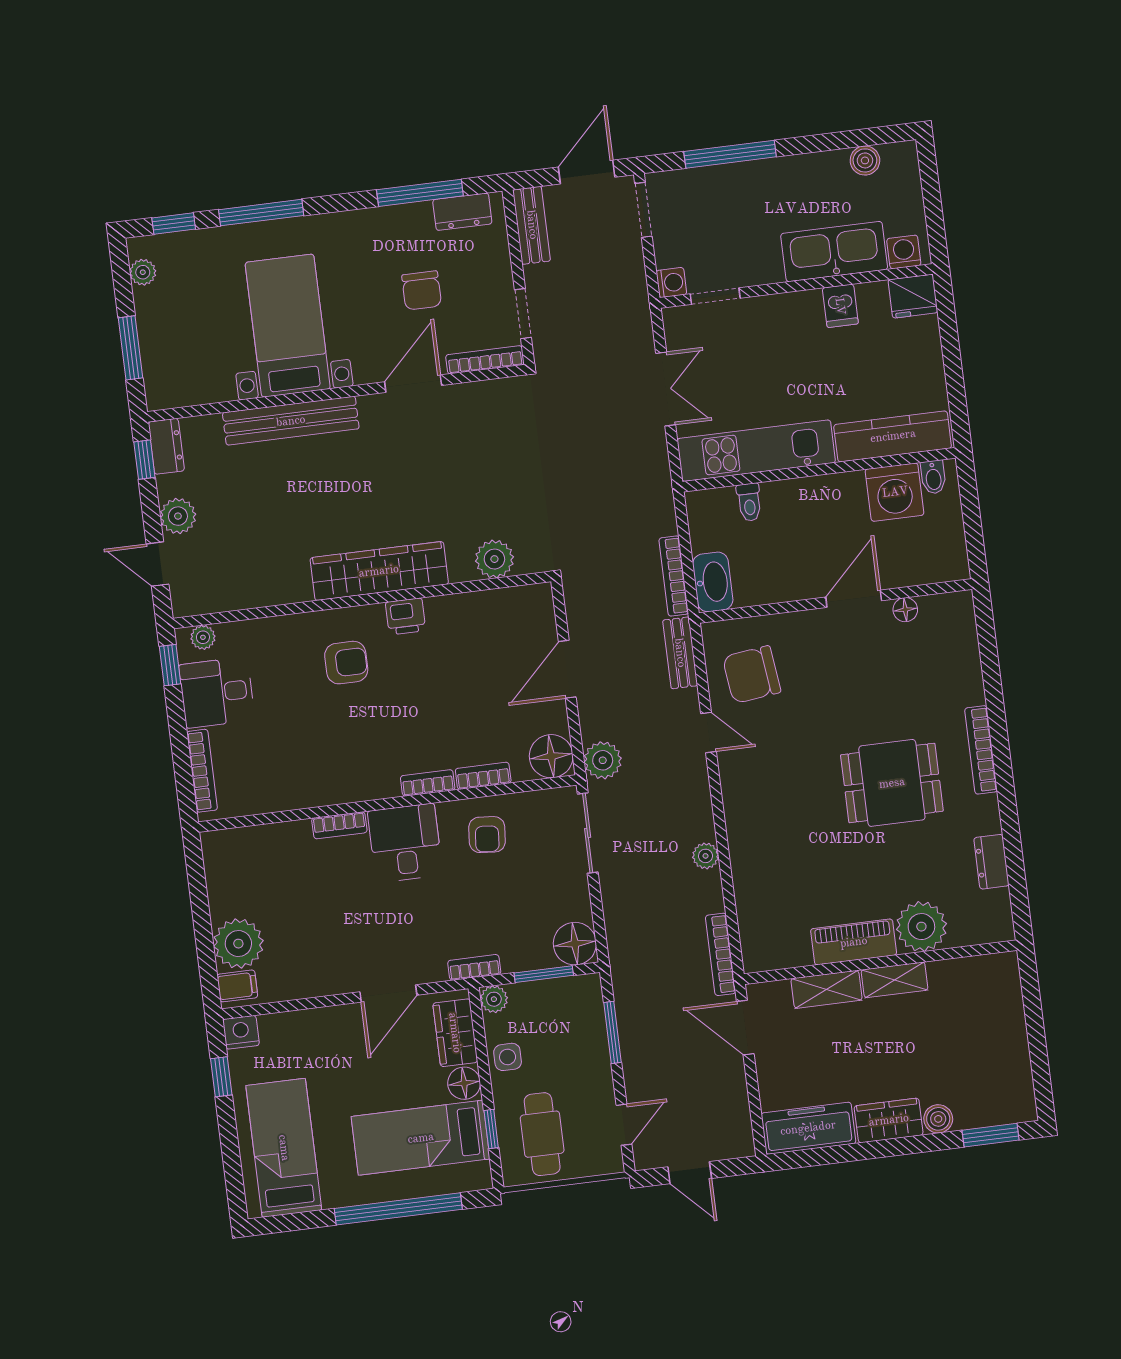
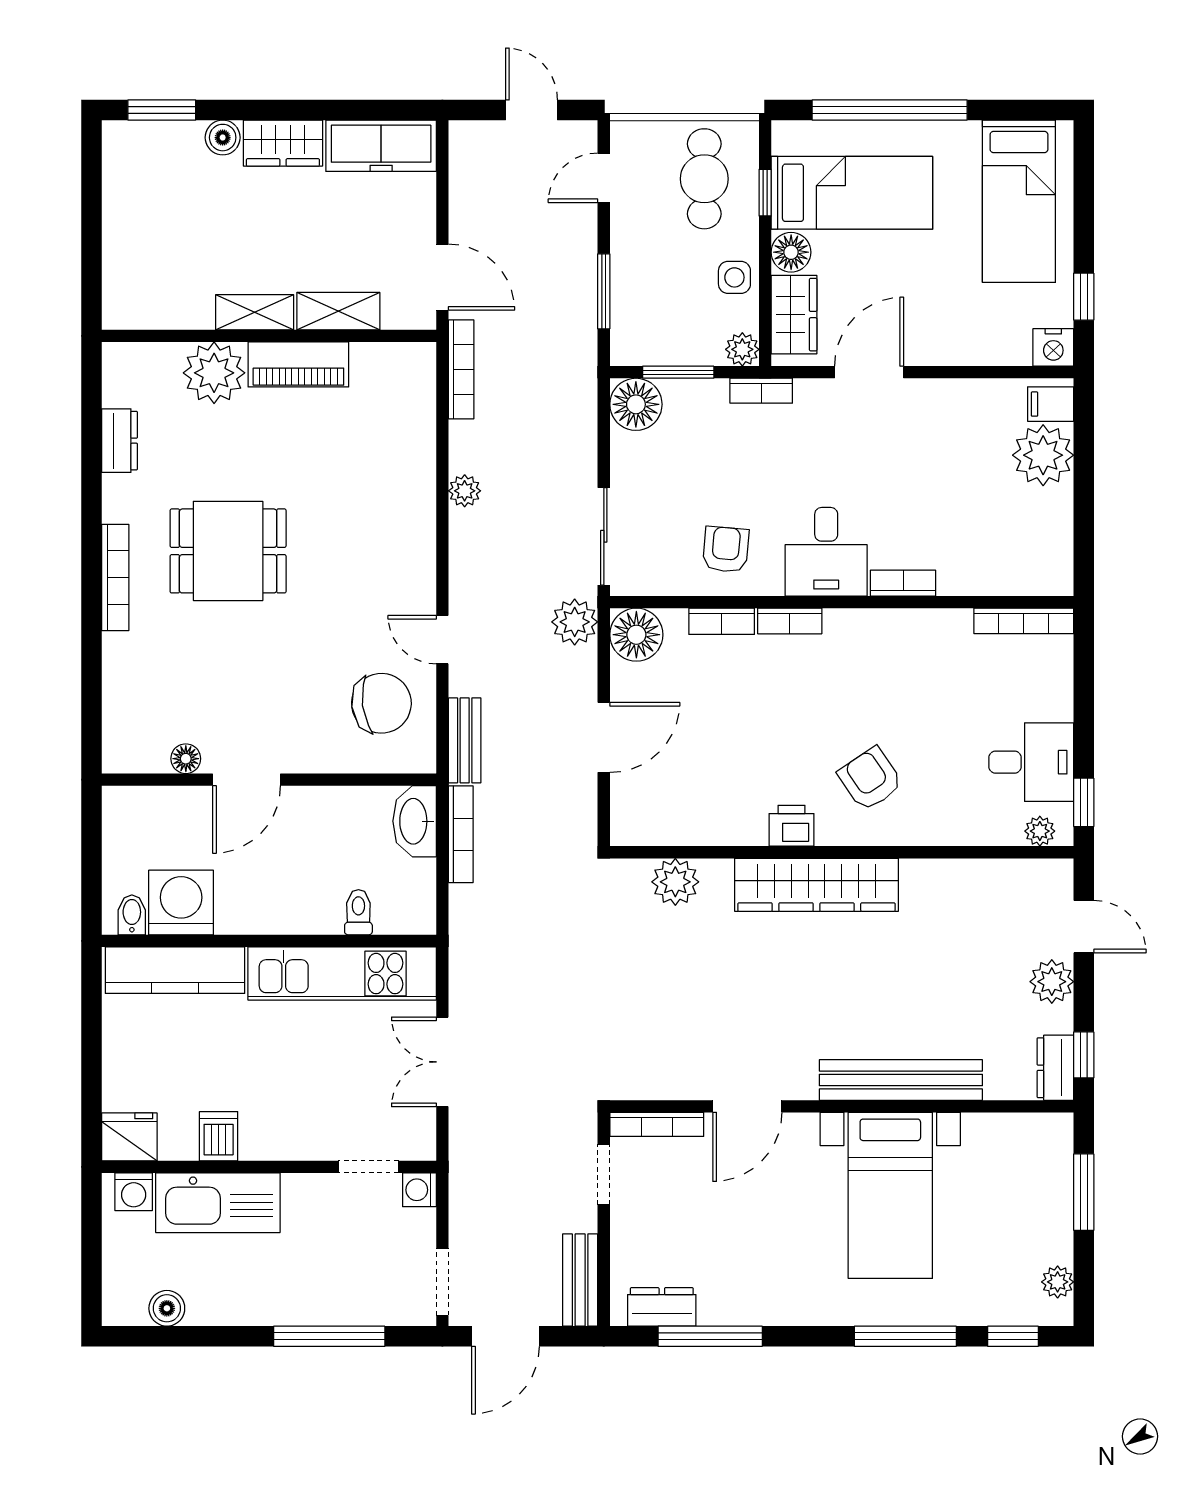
chair: (422, 290) -> (723, 1218), removed
armchair: (346, 663) -> (870, 779), turned 56
bookcase: (202, 771) -> (1024, 621), moved, turned -90

